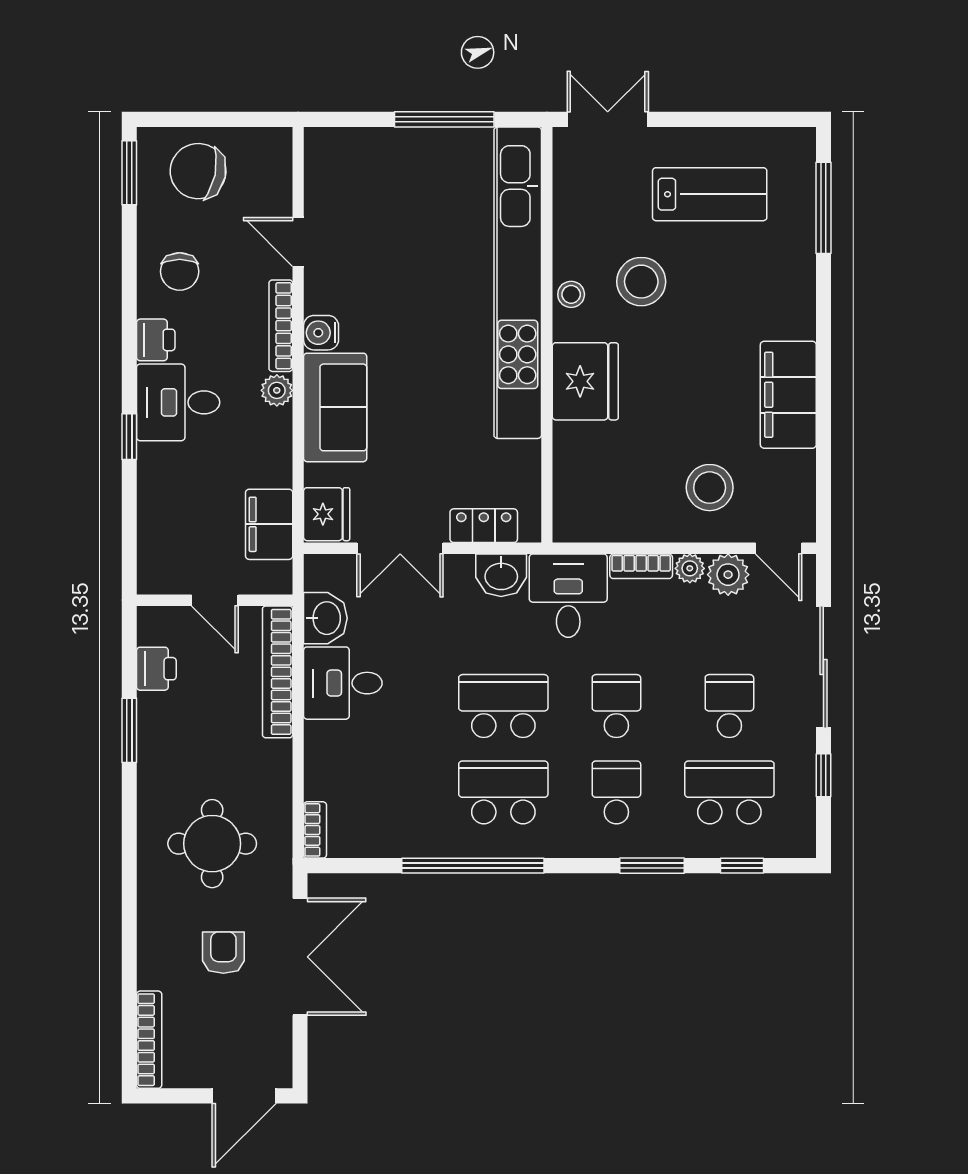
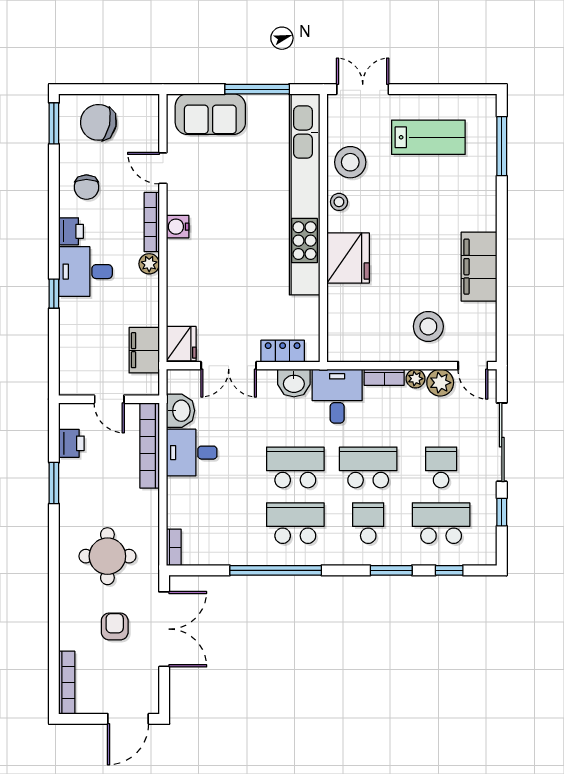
stool: (641, 282) -> (350, 162), moved
sofa: (335, 407) -> (210, 114), moved, turned 90
school desk: (616, 706) -> (368, 467), width x1.85

